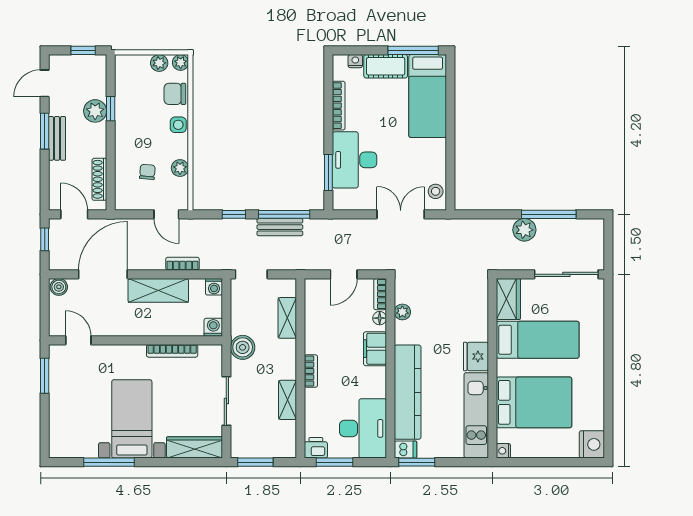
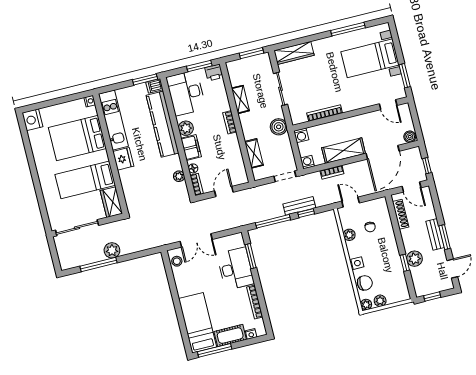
bench: (280, 227) -> (299, 206), moved
plant: (376, 378) -> (186, 128), added
bed with nightstands: (132, 419) -> (370, 58), moved, turned 90

